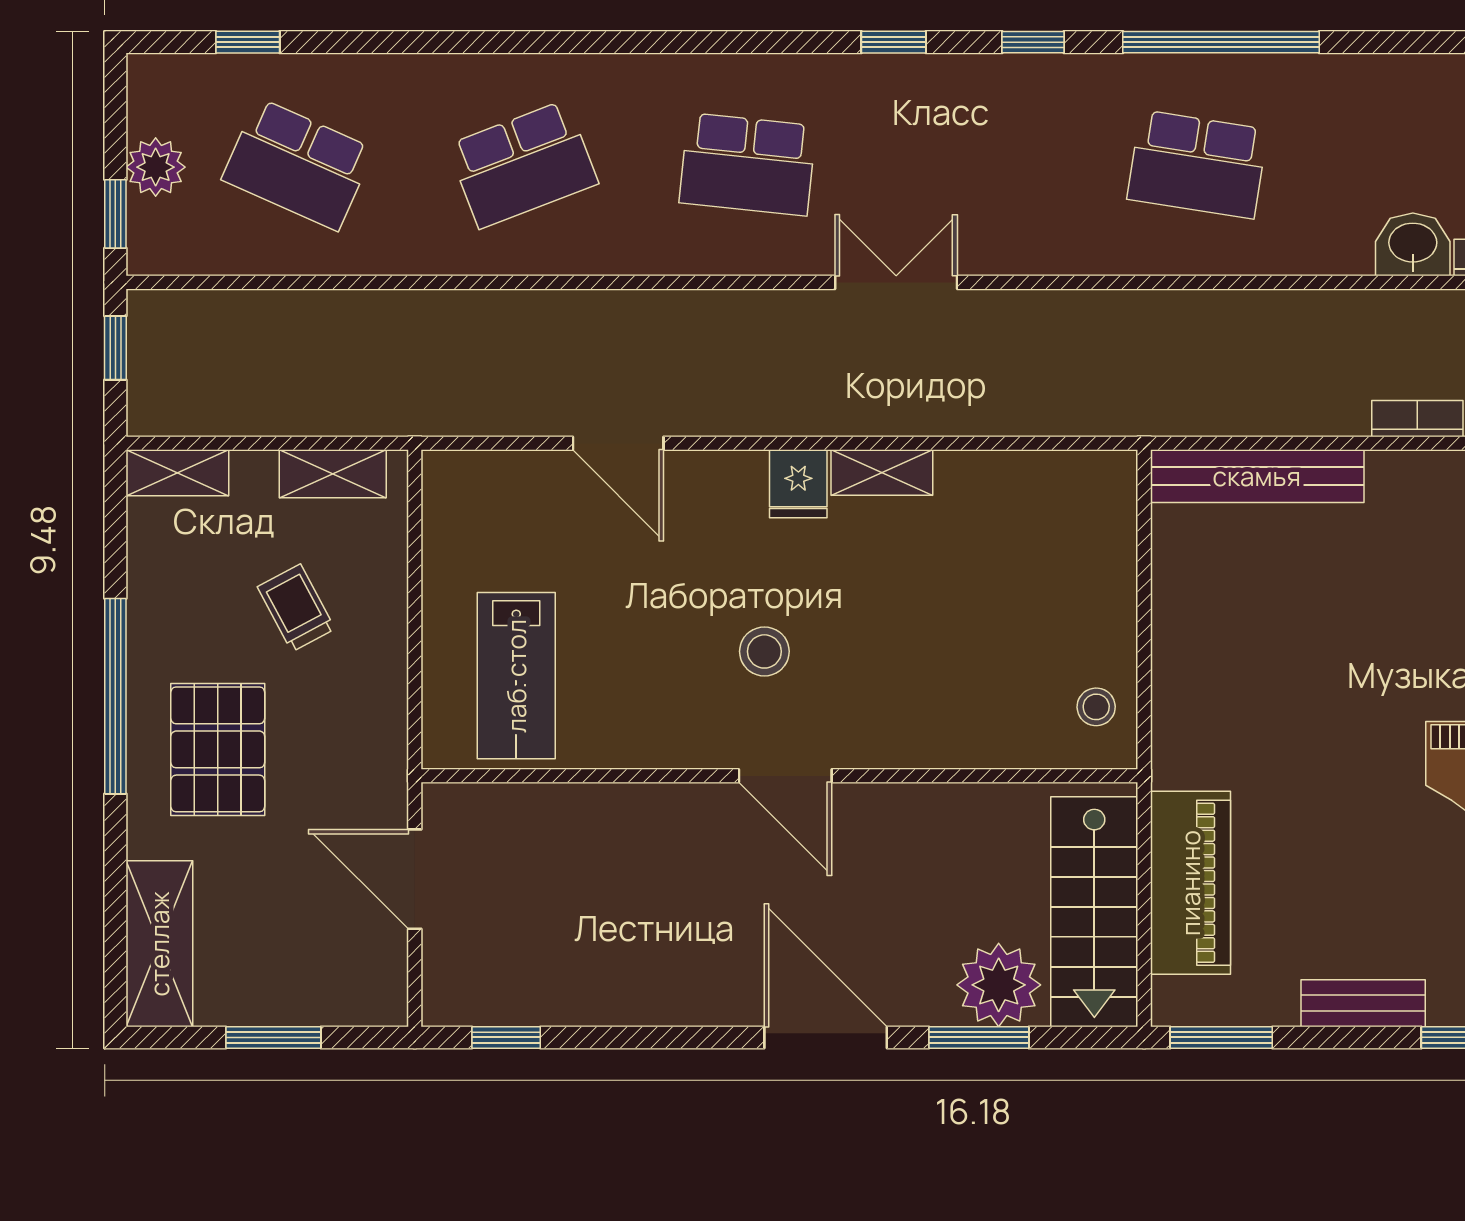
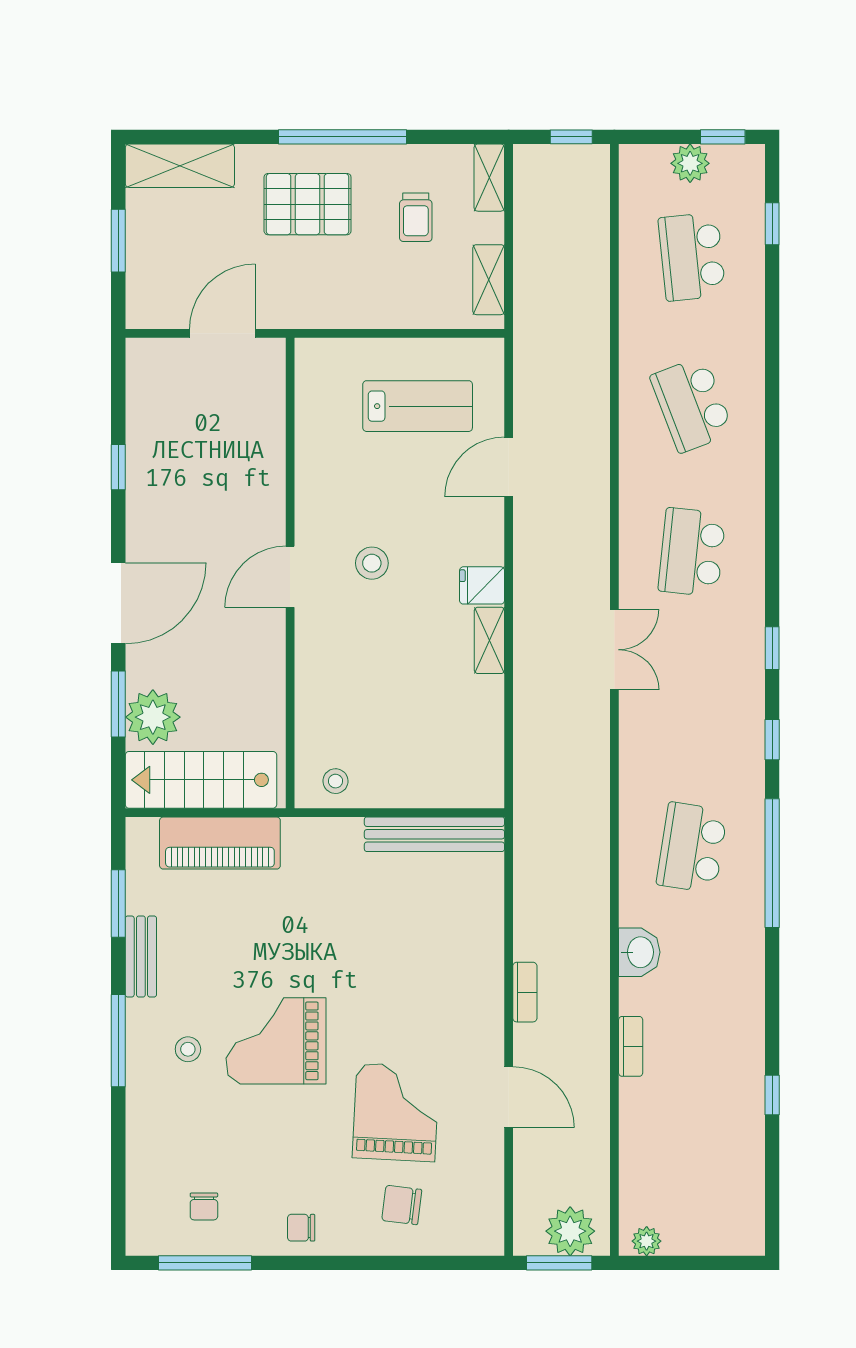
school desk: (298, 164) -> (692, 257), turned -30
window: (115, 214) -> (723, 137), moved
washbasin: (1413, 244) -> (639, 952), moved
bench: (1257, 476) -> (434, 834), moved, turned 90
trolley: (296, 608) -> (416, 217), moved, turned 118
lab bench: (516, 676) -> (418, 406), moved, turned 180
window: (506, 1037) -> (118, 467), moved
window: (1221, 1037) -> (118, 904), moved

